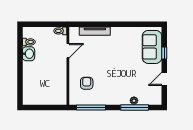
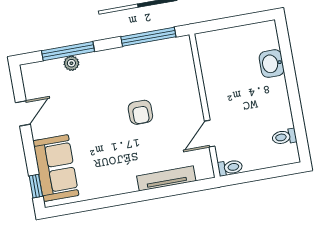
window: (164, 53) -> (36, 186), moved
washbasin: (29, 54) -> (272, 64), moved
armchair: (87, 83) -> (140, 112), moved

